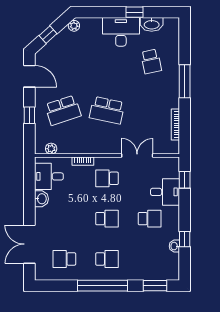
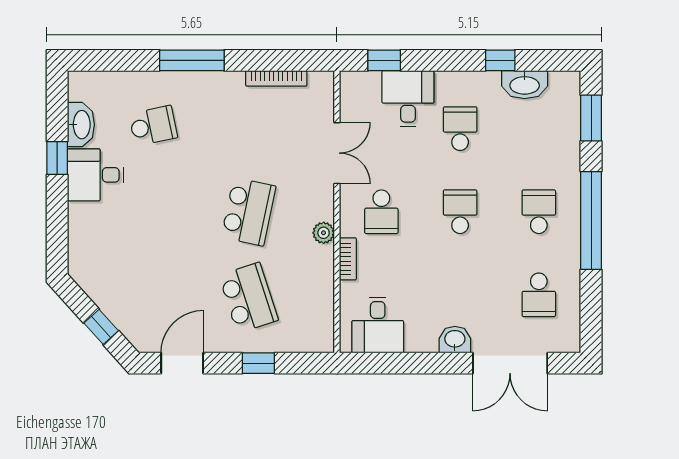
plant: (74, 26) -> (84, 276), removed
desk: (121, 32) -> (96, 175), width x0.73
plant: (51, 149) -> (324, 233), moved
double door: (137, 156) -> (337, 153), swing flipped
washbasin: (41, 199) -> (455, 340), moved
washbasin: (174, 246) -> (525, 85), width x1.91, depth x1.45

